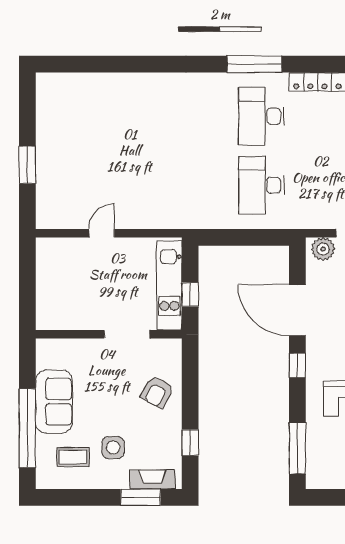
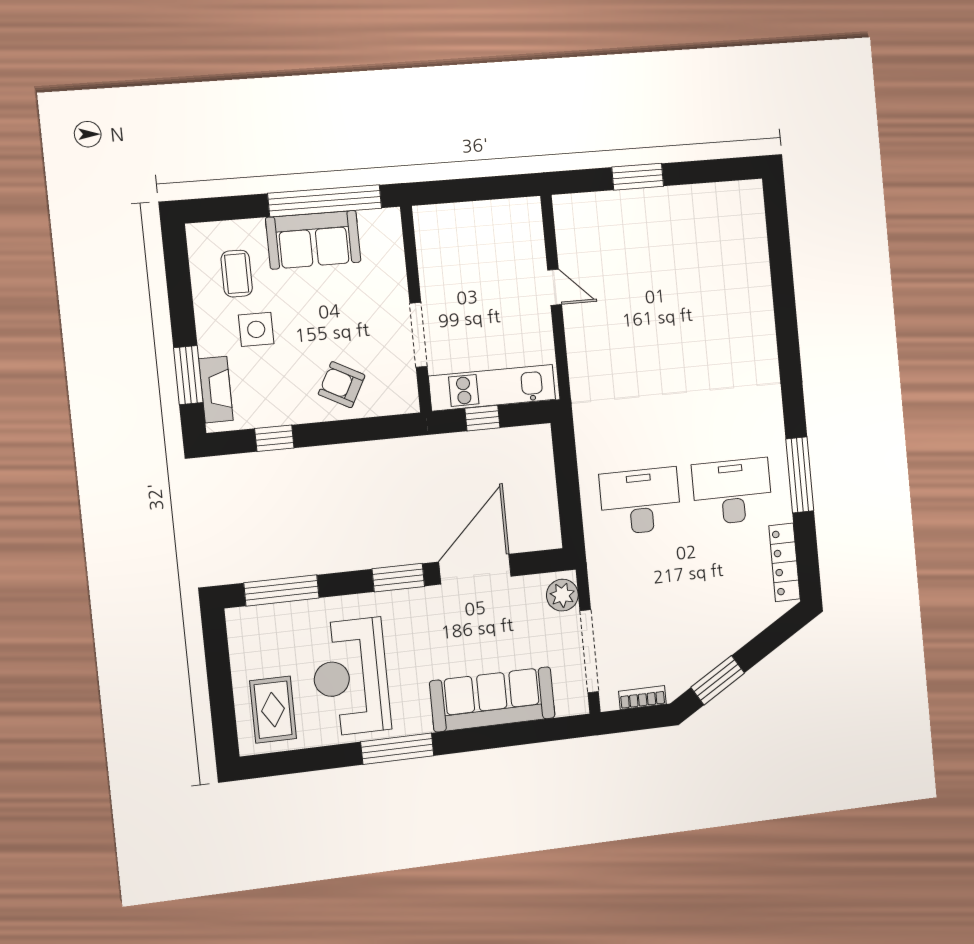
window: (297, 365) -> (398, 578), width x1.50
window: (27, 428) -> (325, 201), moved

